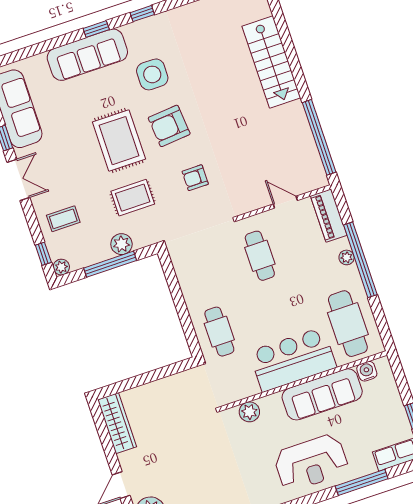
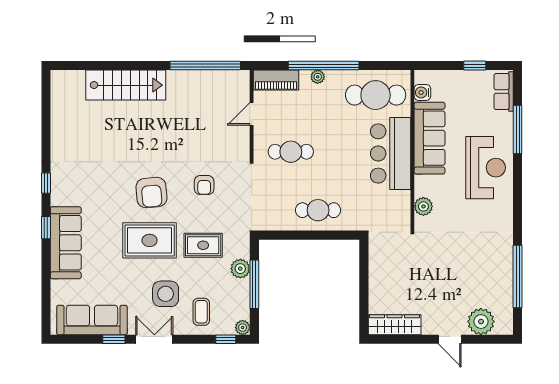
side table: (152, 74) -> (166, 294), moved
rug: (133, 198) -> (203, 245), turned 90
cafe table: (219, 332) -> (318, 210), moved

